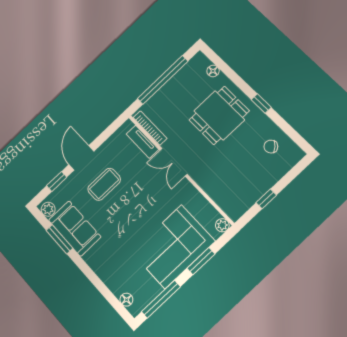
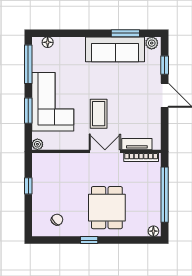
floor lamp: (213, 71) -> (153, 231), moved
coffee table: (104, 184) -> (99, 114), moved
sofa: (75, 229) -> (115, 49), width x1.36

